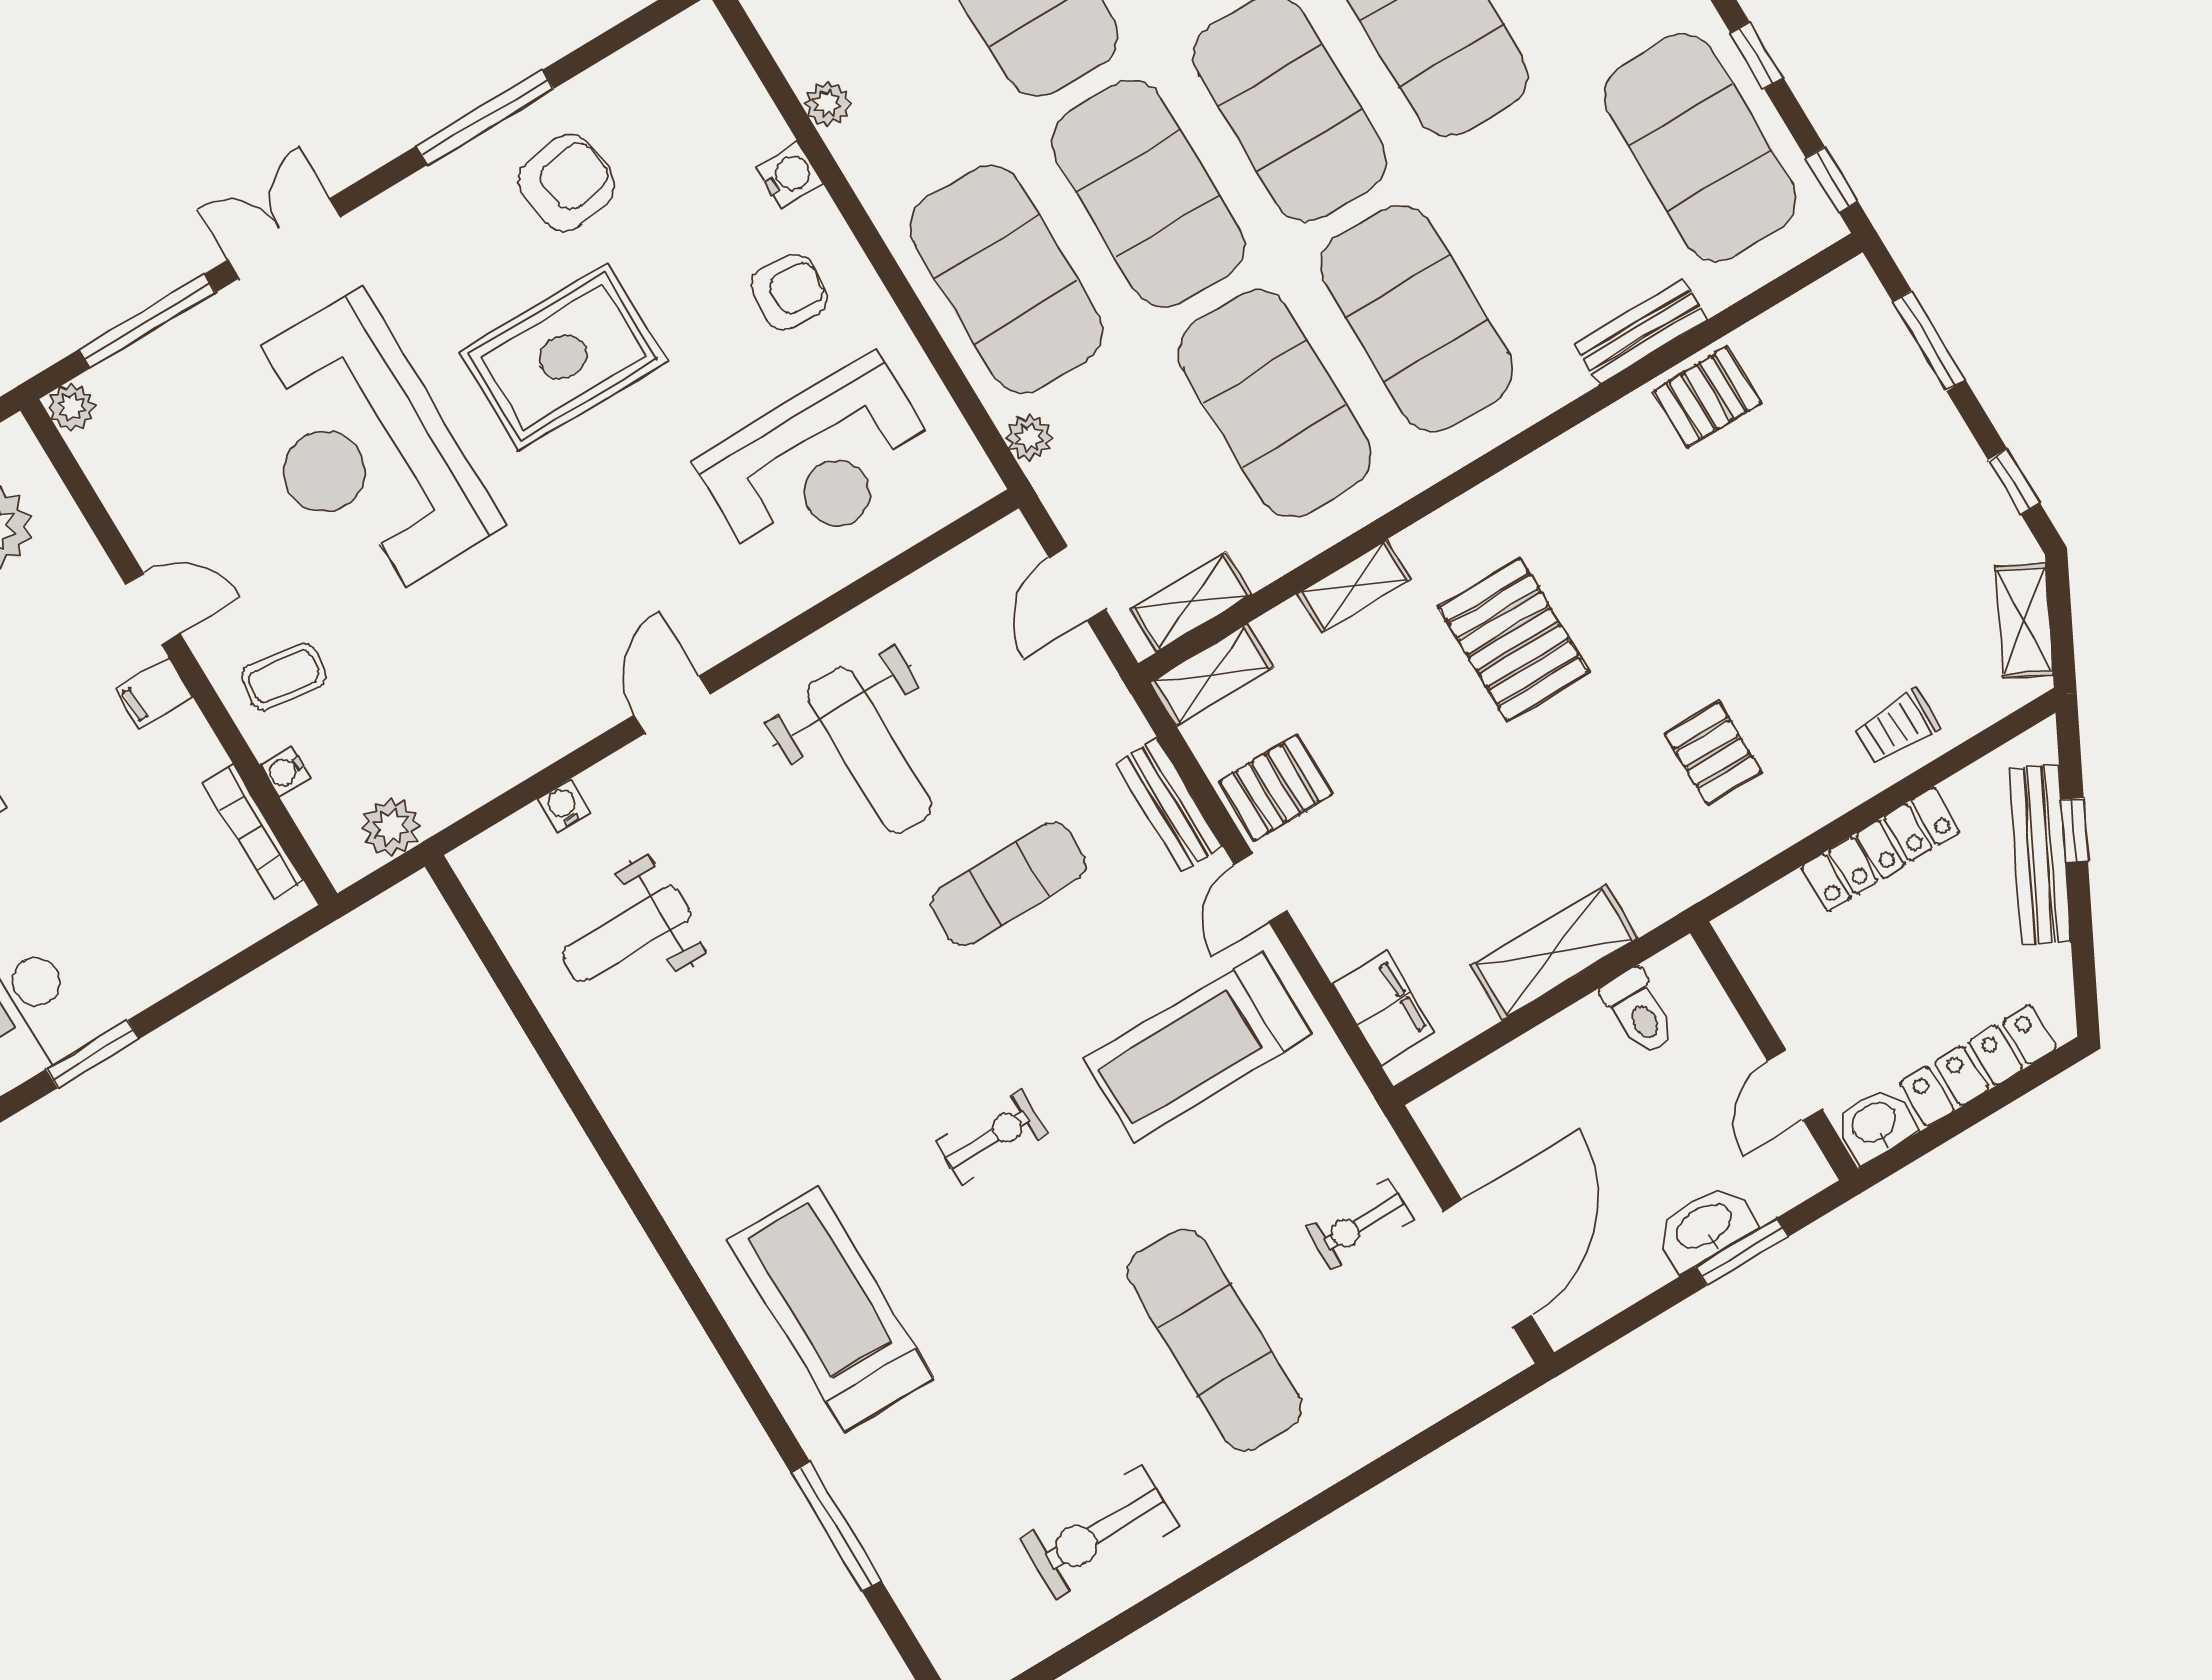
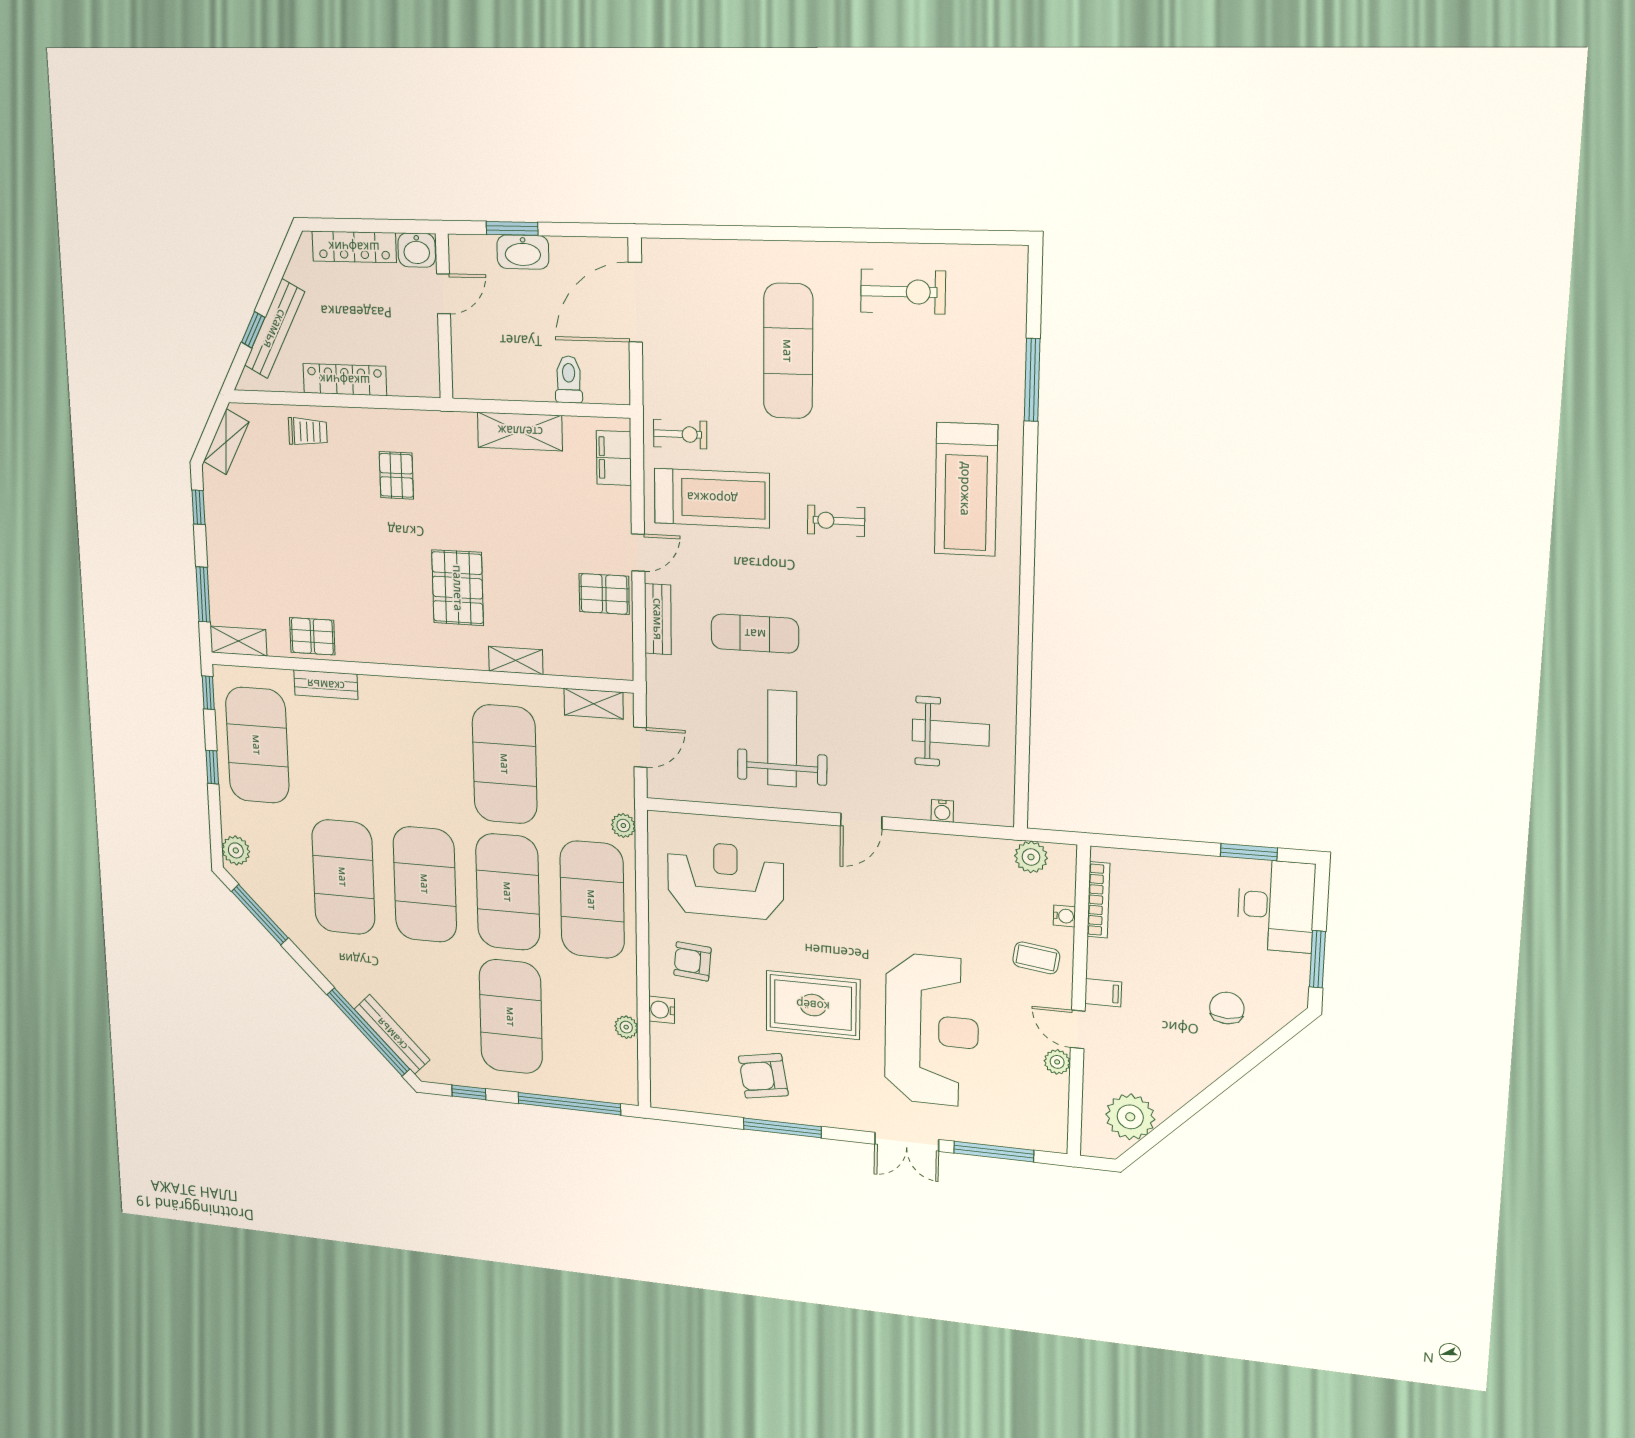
exercise mat: (1417, 318) -> (421, 758), removed
plant: (71, 407) -> (1057, 1062), moved
shelving: (1212, 675) -> (238, 641), moved
toilet: (1639, 1012) -> (569, 379), moved
exercise bike: (1360, 1224) -> (680, 434), moved

